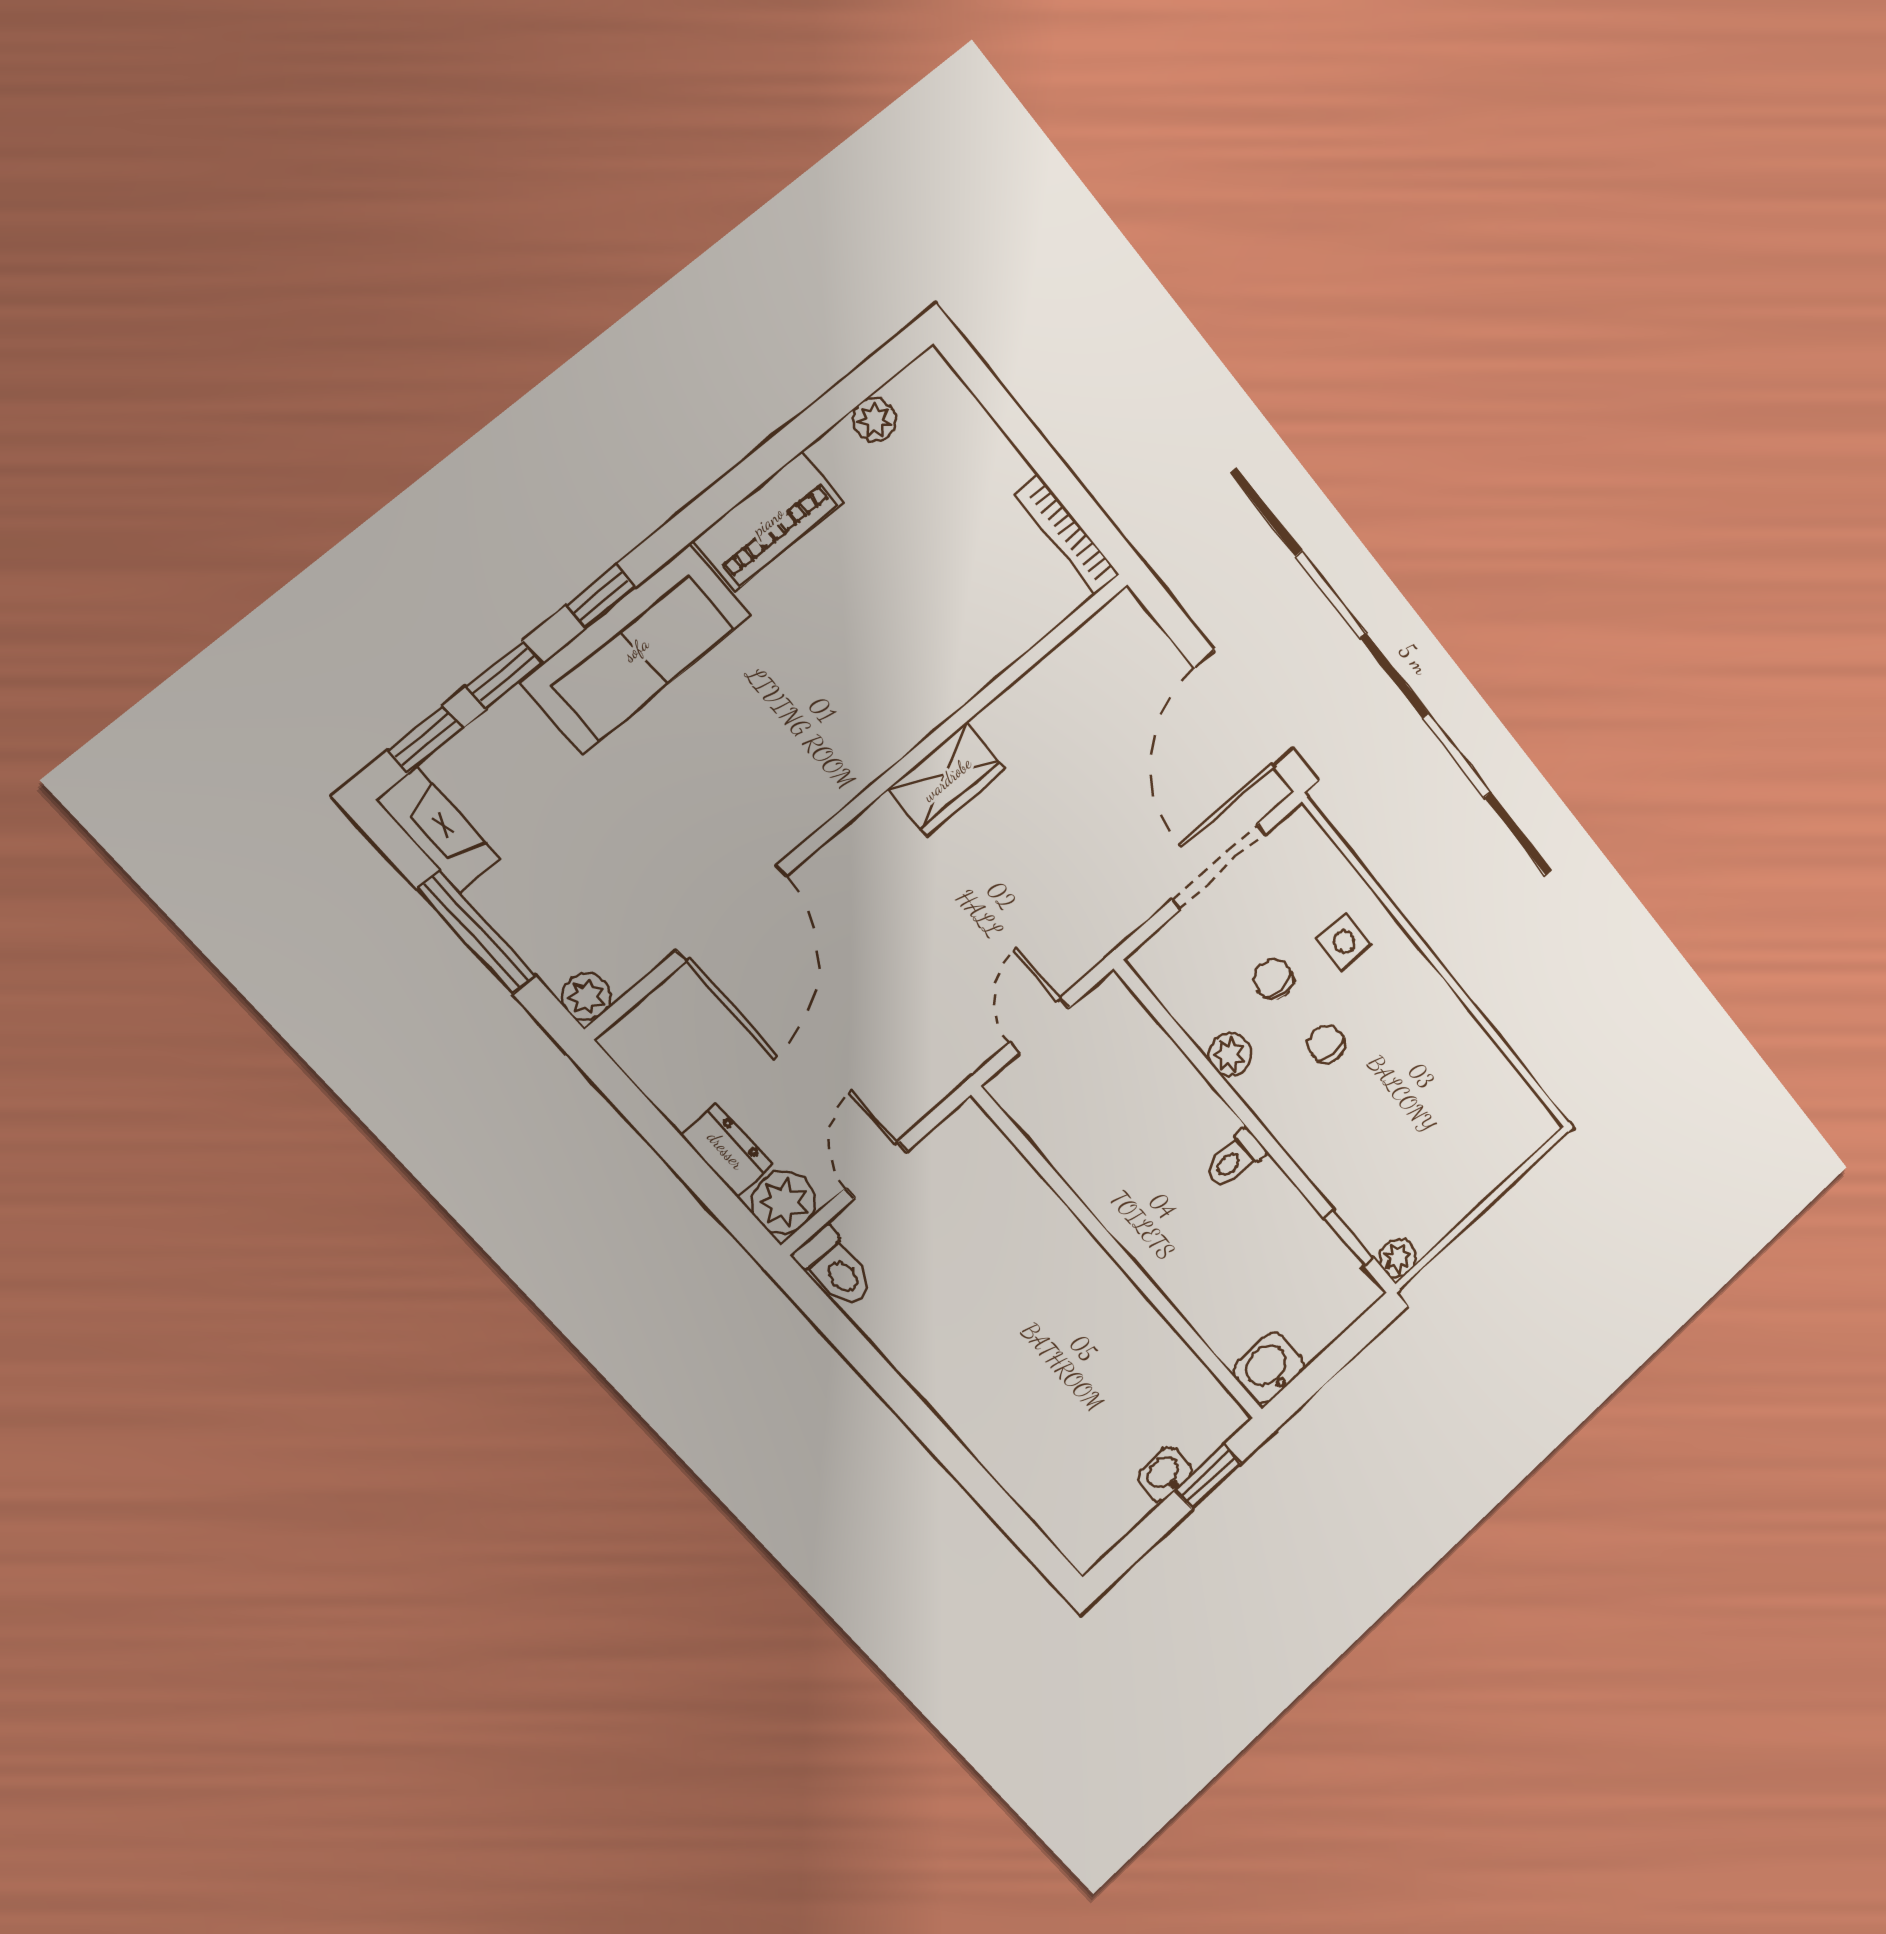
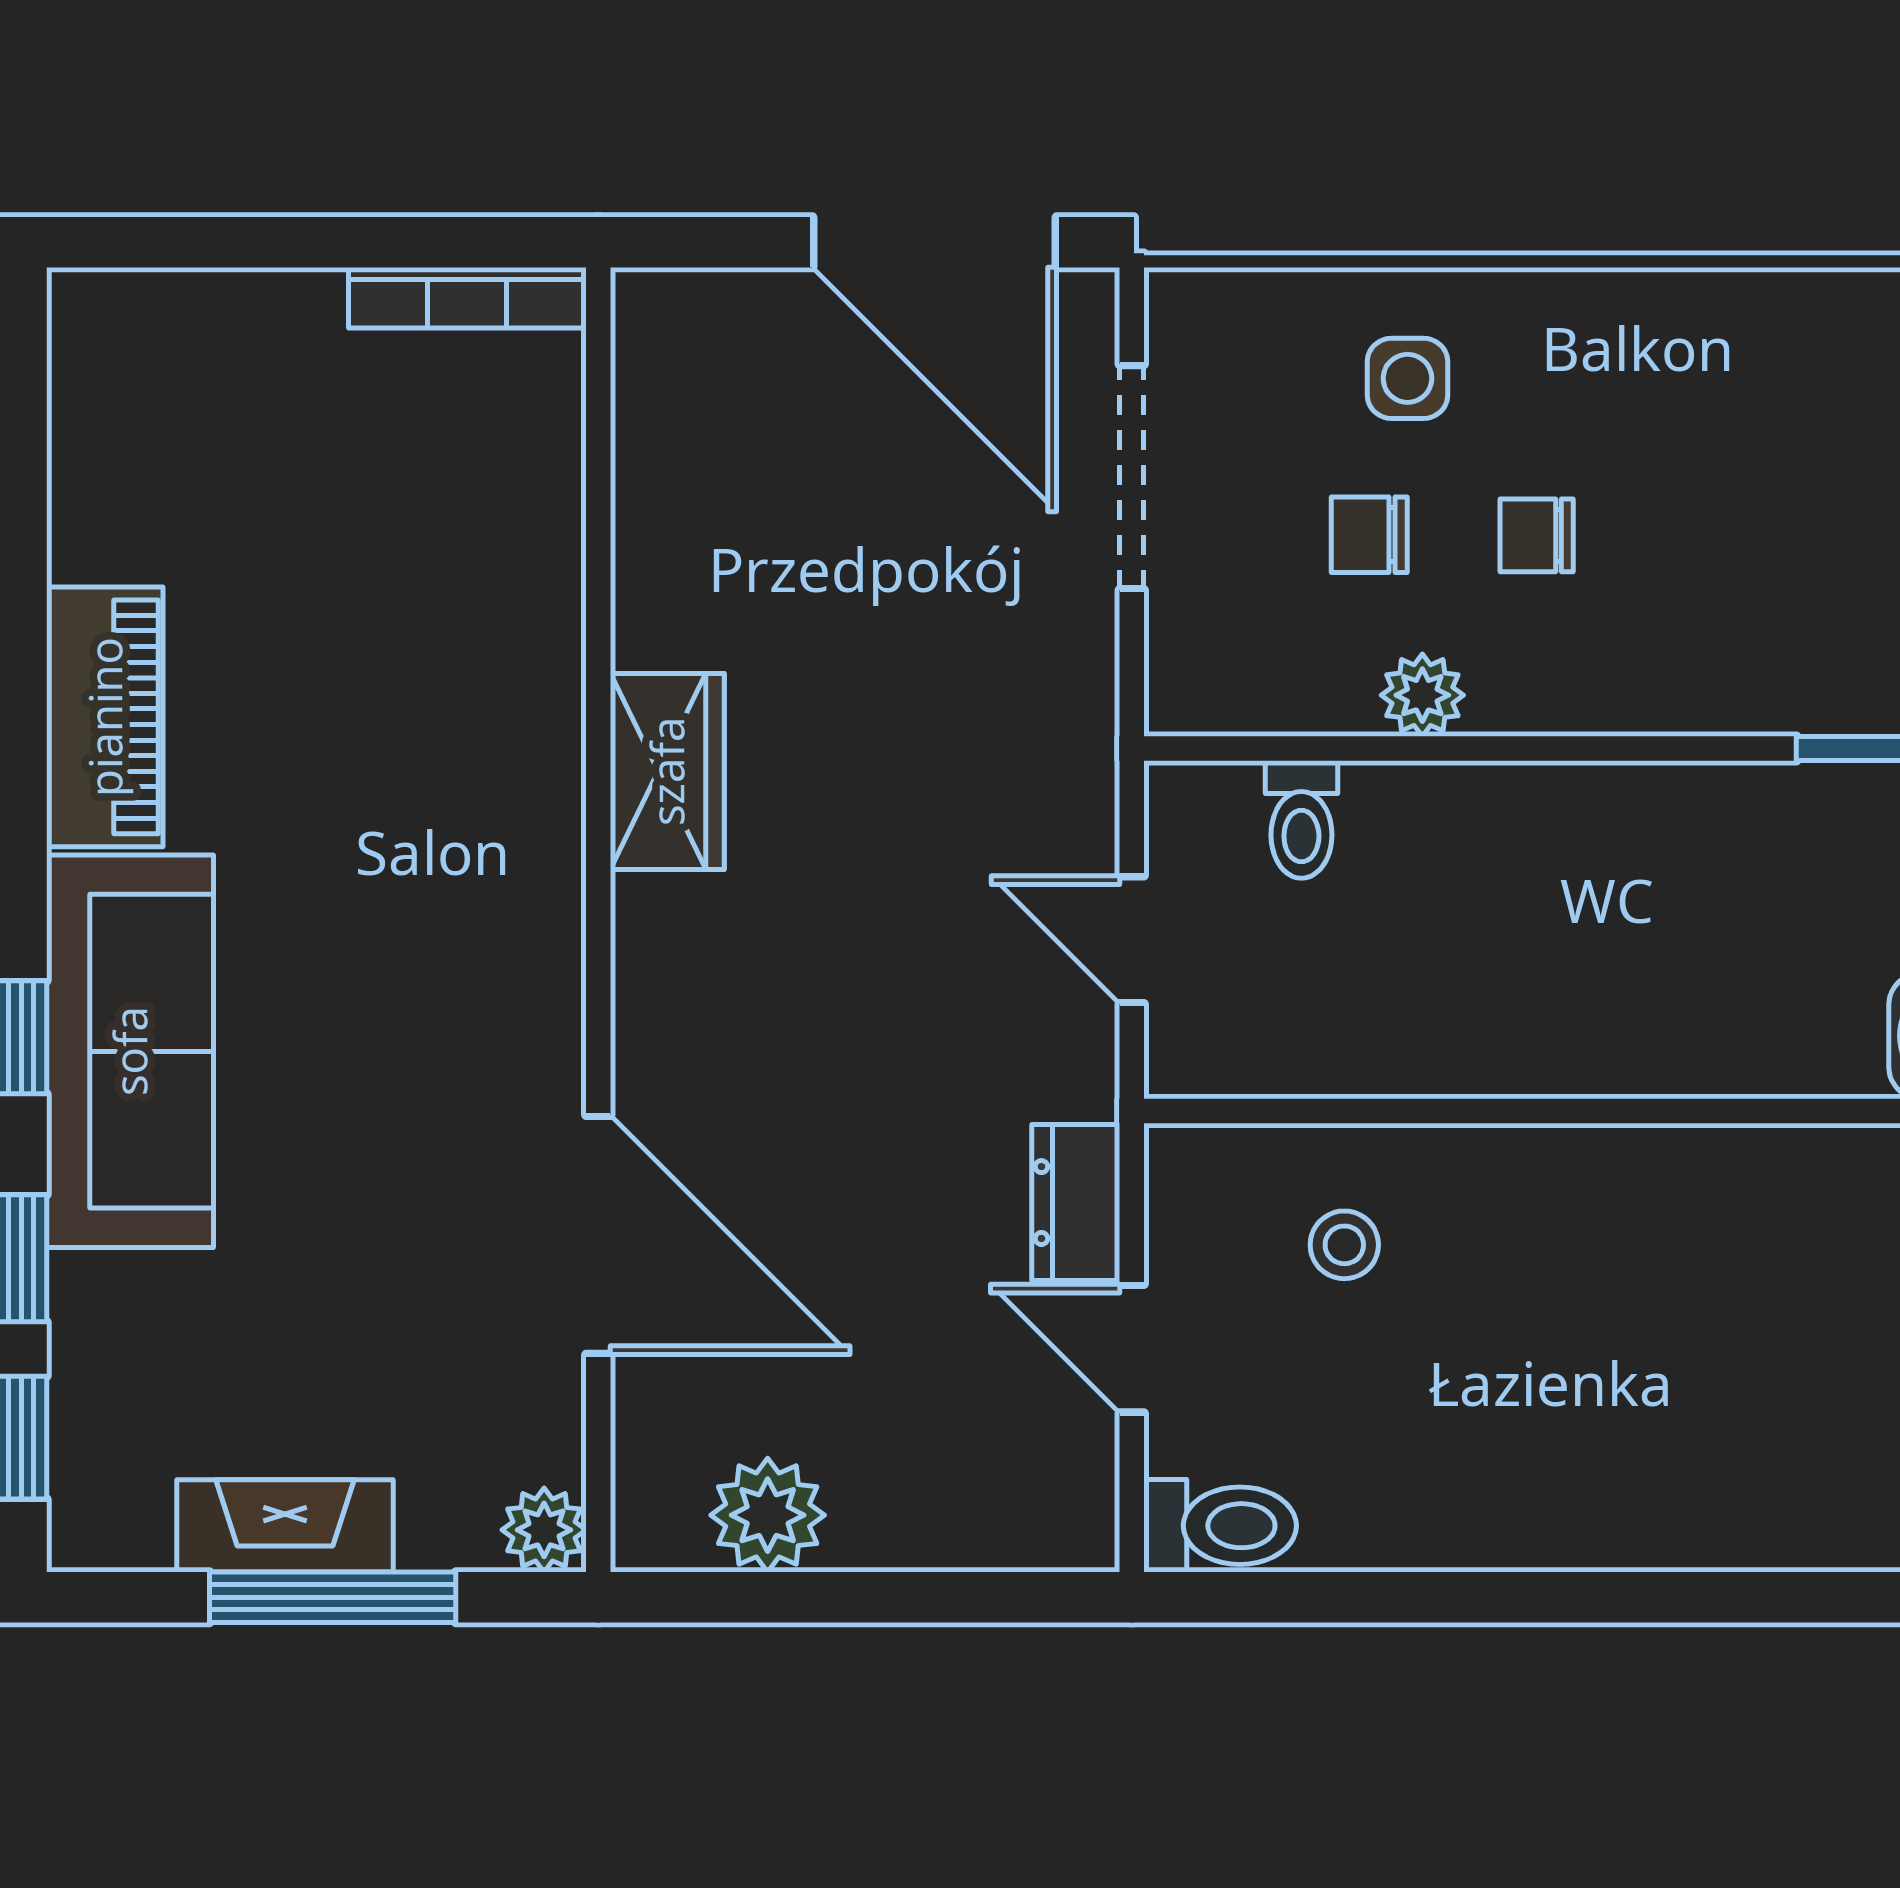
plant: (874, 420) -> (85, 445), removed
fireplace: (438, 830) -> (285, 1526), moved
dresser: (726, 1150) -> (1076, 1203), moved, turned -90
toilet: (1235, 1159) -> (1301, 820), moved
plant: (784, 1202) -> (768, 1515), moved
stool: (991, 1216) -> (1344, 1245), added

